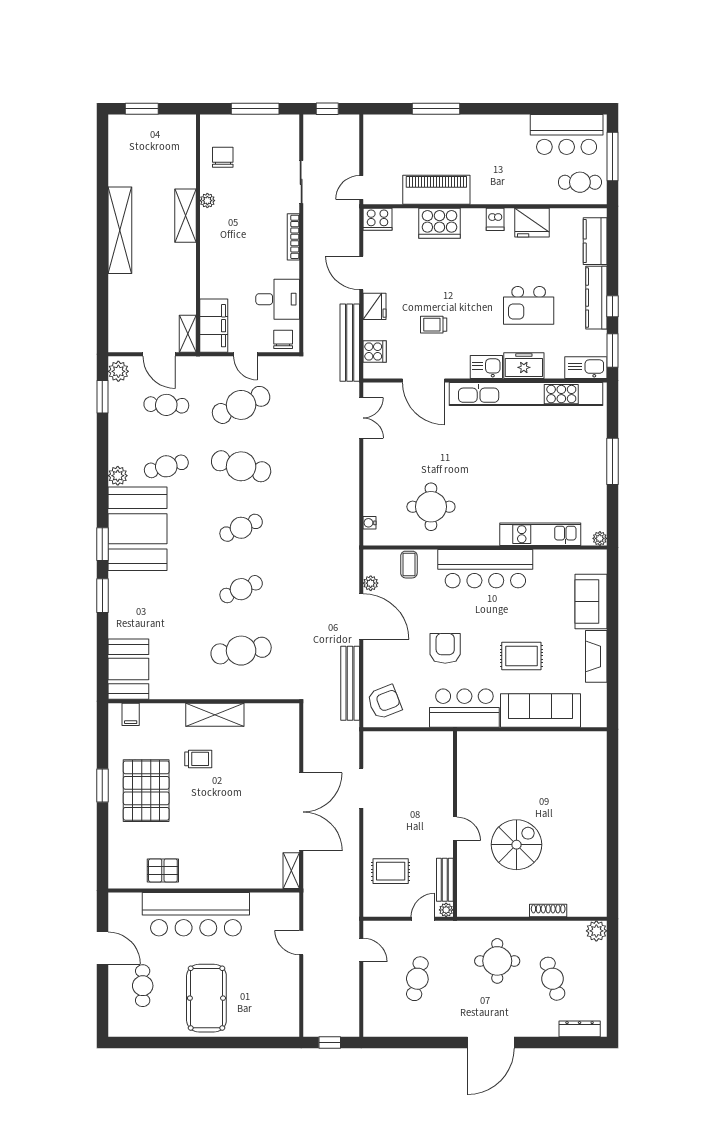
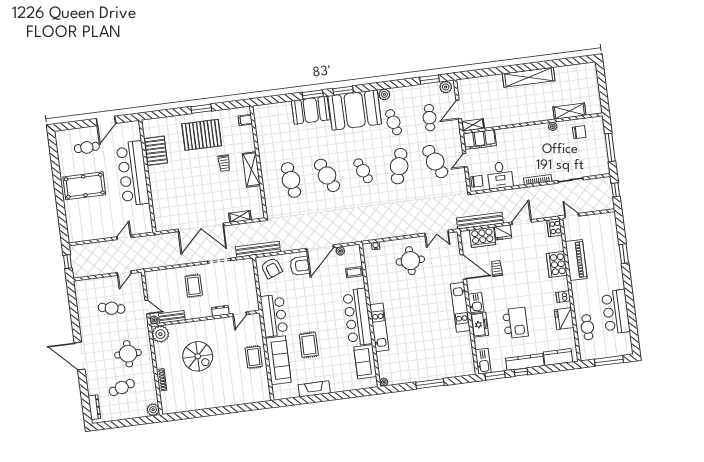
window: (142, 109) -> (602, 81), removed
window: (436, 109) -> (624, 254), width x0.69
bar counter: (567, 134) -> (616, 312), moved
cafe table: (580, 182) -> (587, 327), moved
shelving: (186, 216) -> (569, 111), moved
kitchen island: (529, 305) -> (515, 323), turned 180
cooker: (375, 351) -> (482, 237), width x1.87, depth x1.31
door: (424, 381) -> (463, 267), swing flipped
kitchen unit: (526, 394) -> (460, 307), width x0.54
round table: (431, 507) -> (410, 261), moved
kitchen unit: (540, 534) -> (379, 327), moved
cafe table: (241, 589) -> (327, 175), width x1.37, depth x1.35
sofa: (591, 602) -> (365, 362), moved, turned -90
armchair: (445, 648) -> (300, 266), moved
booth: (128, 669) -> (311, 110), moved
bench: (350, 683) -> (258, 249), moved
rug: (530, 751) -> (254, 357), added
dresser: (445, 797) -> (220, 311), added
door: (455, 829) -> (240, 314), moved
pallet: (163, 870) -> (156, 151), width x1.50, depth x1.42
shelving: (291, 871) -> (240, 216), moved
rug: (391, 871) -> (194, 286), moved
plant: (471, 902) -> (160, 334), added

